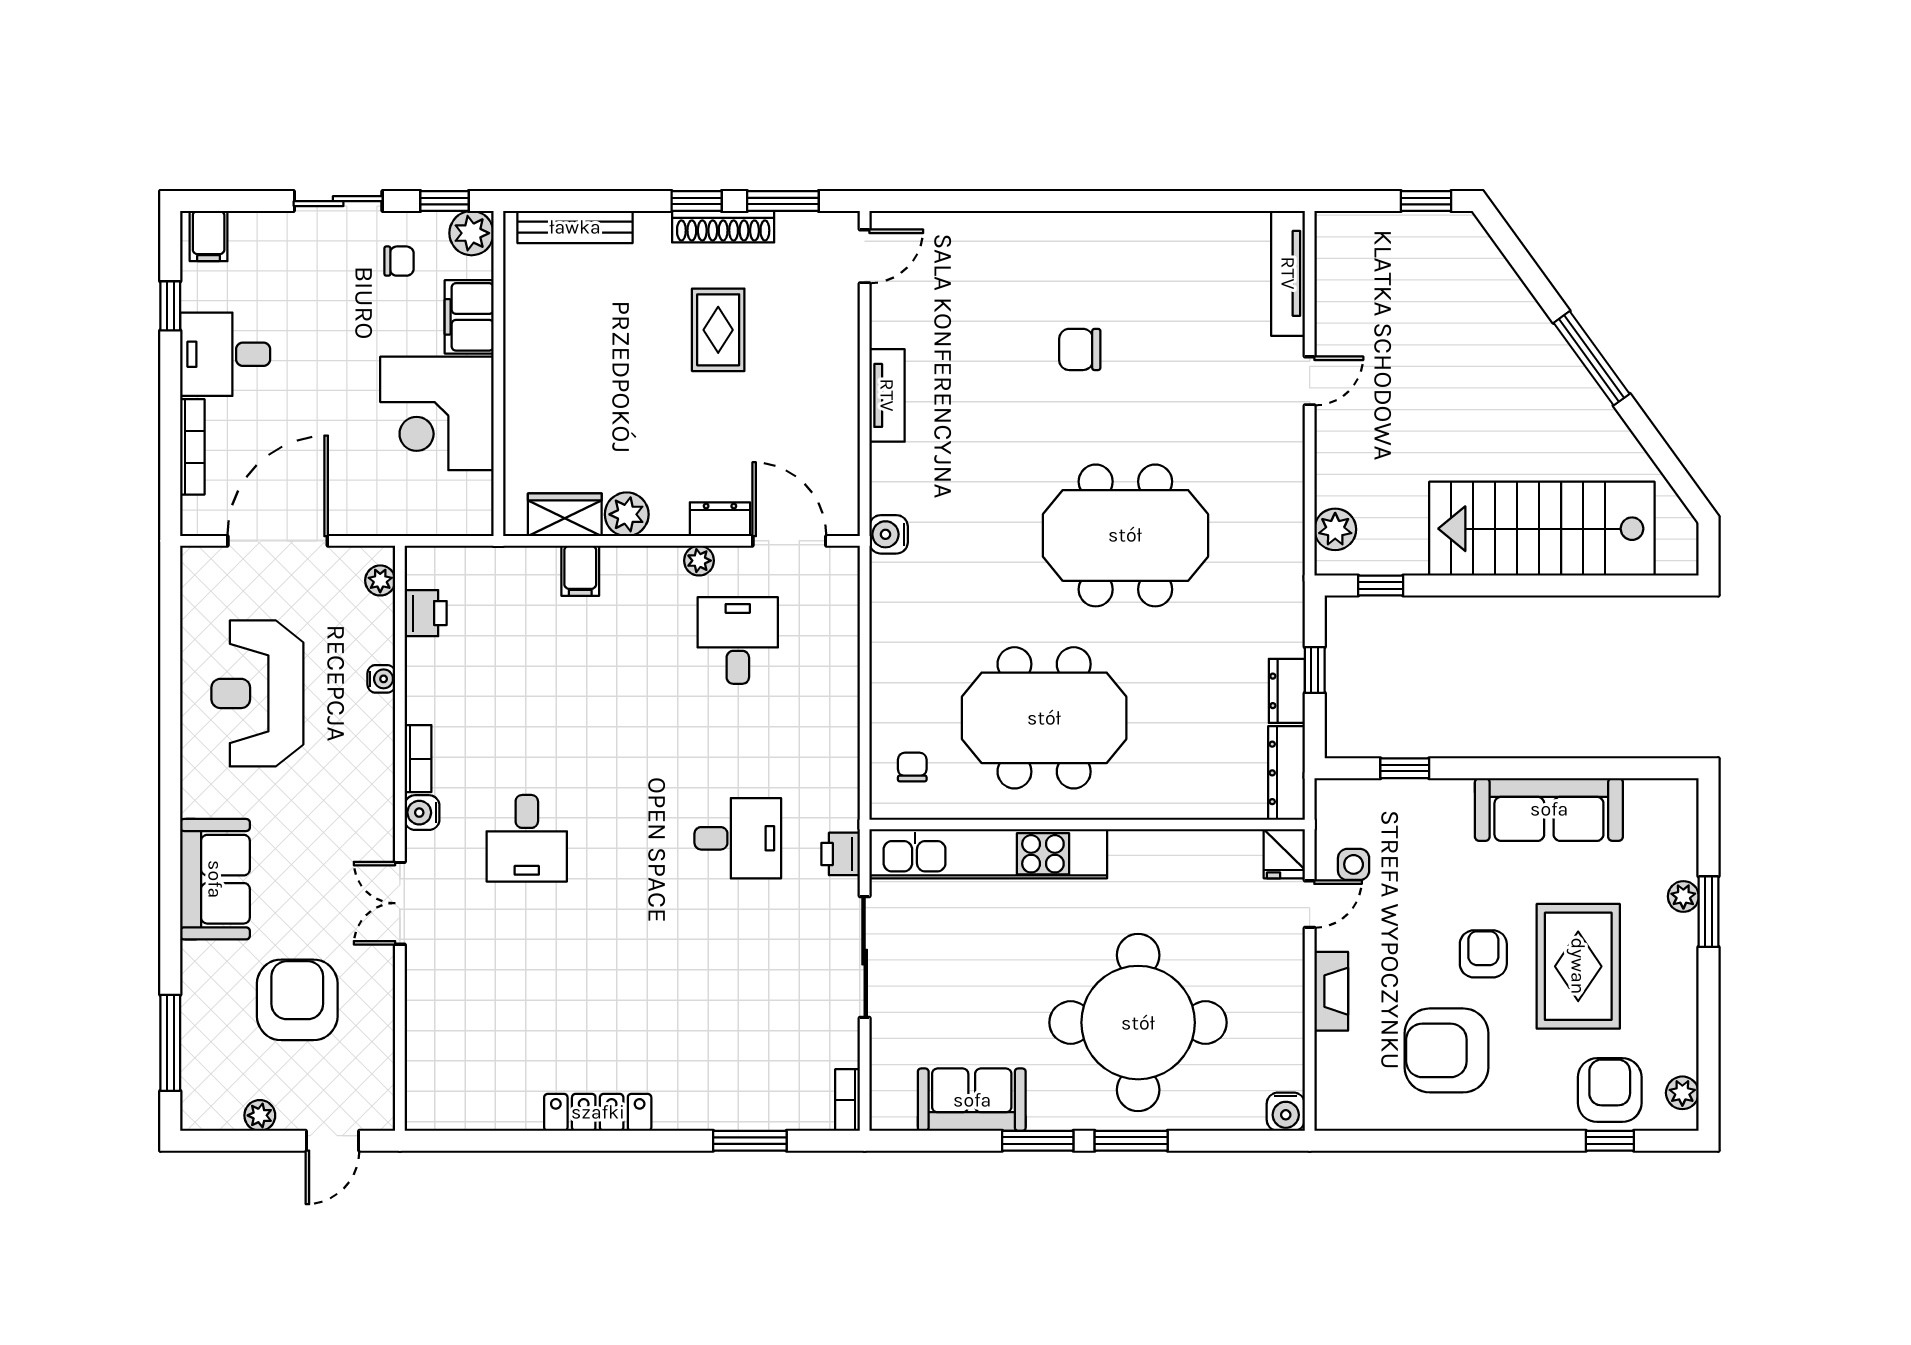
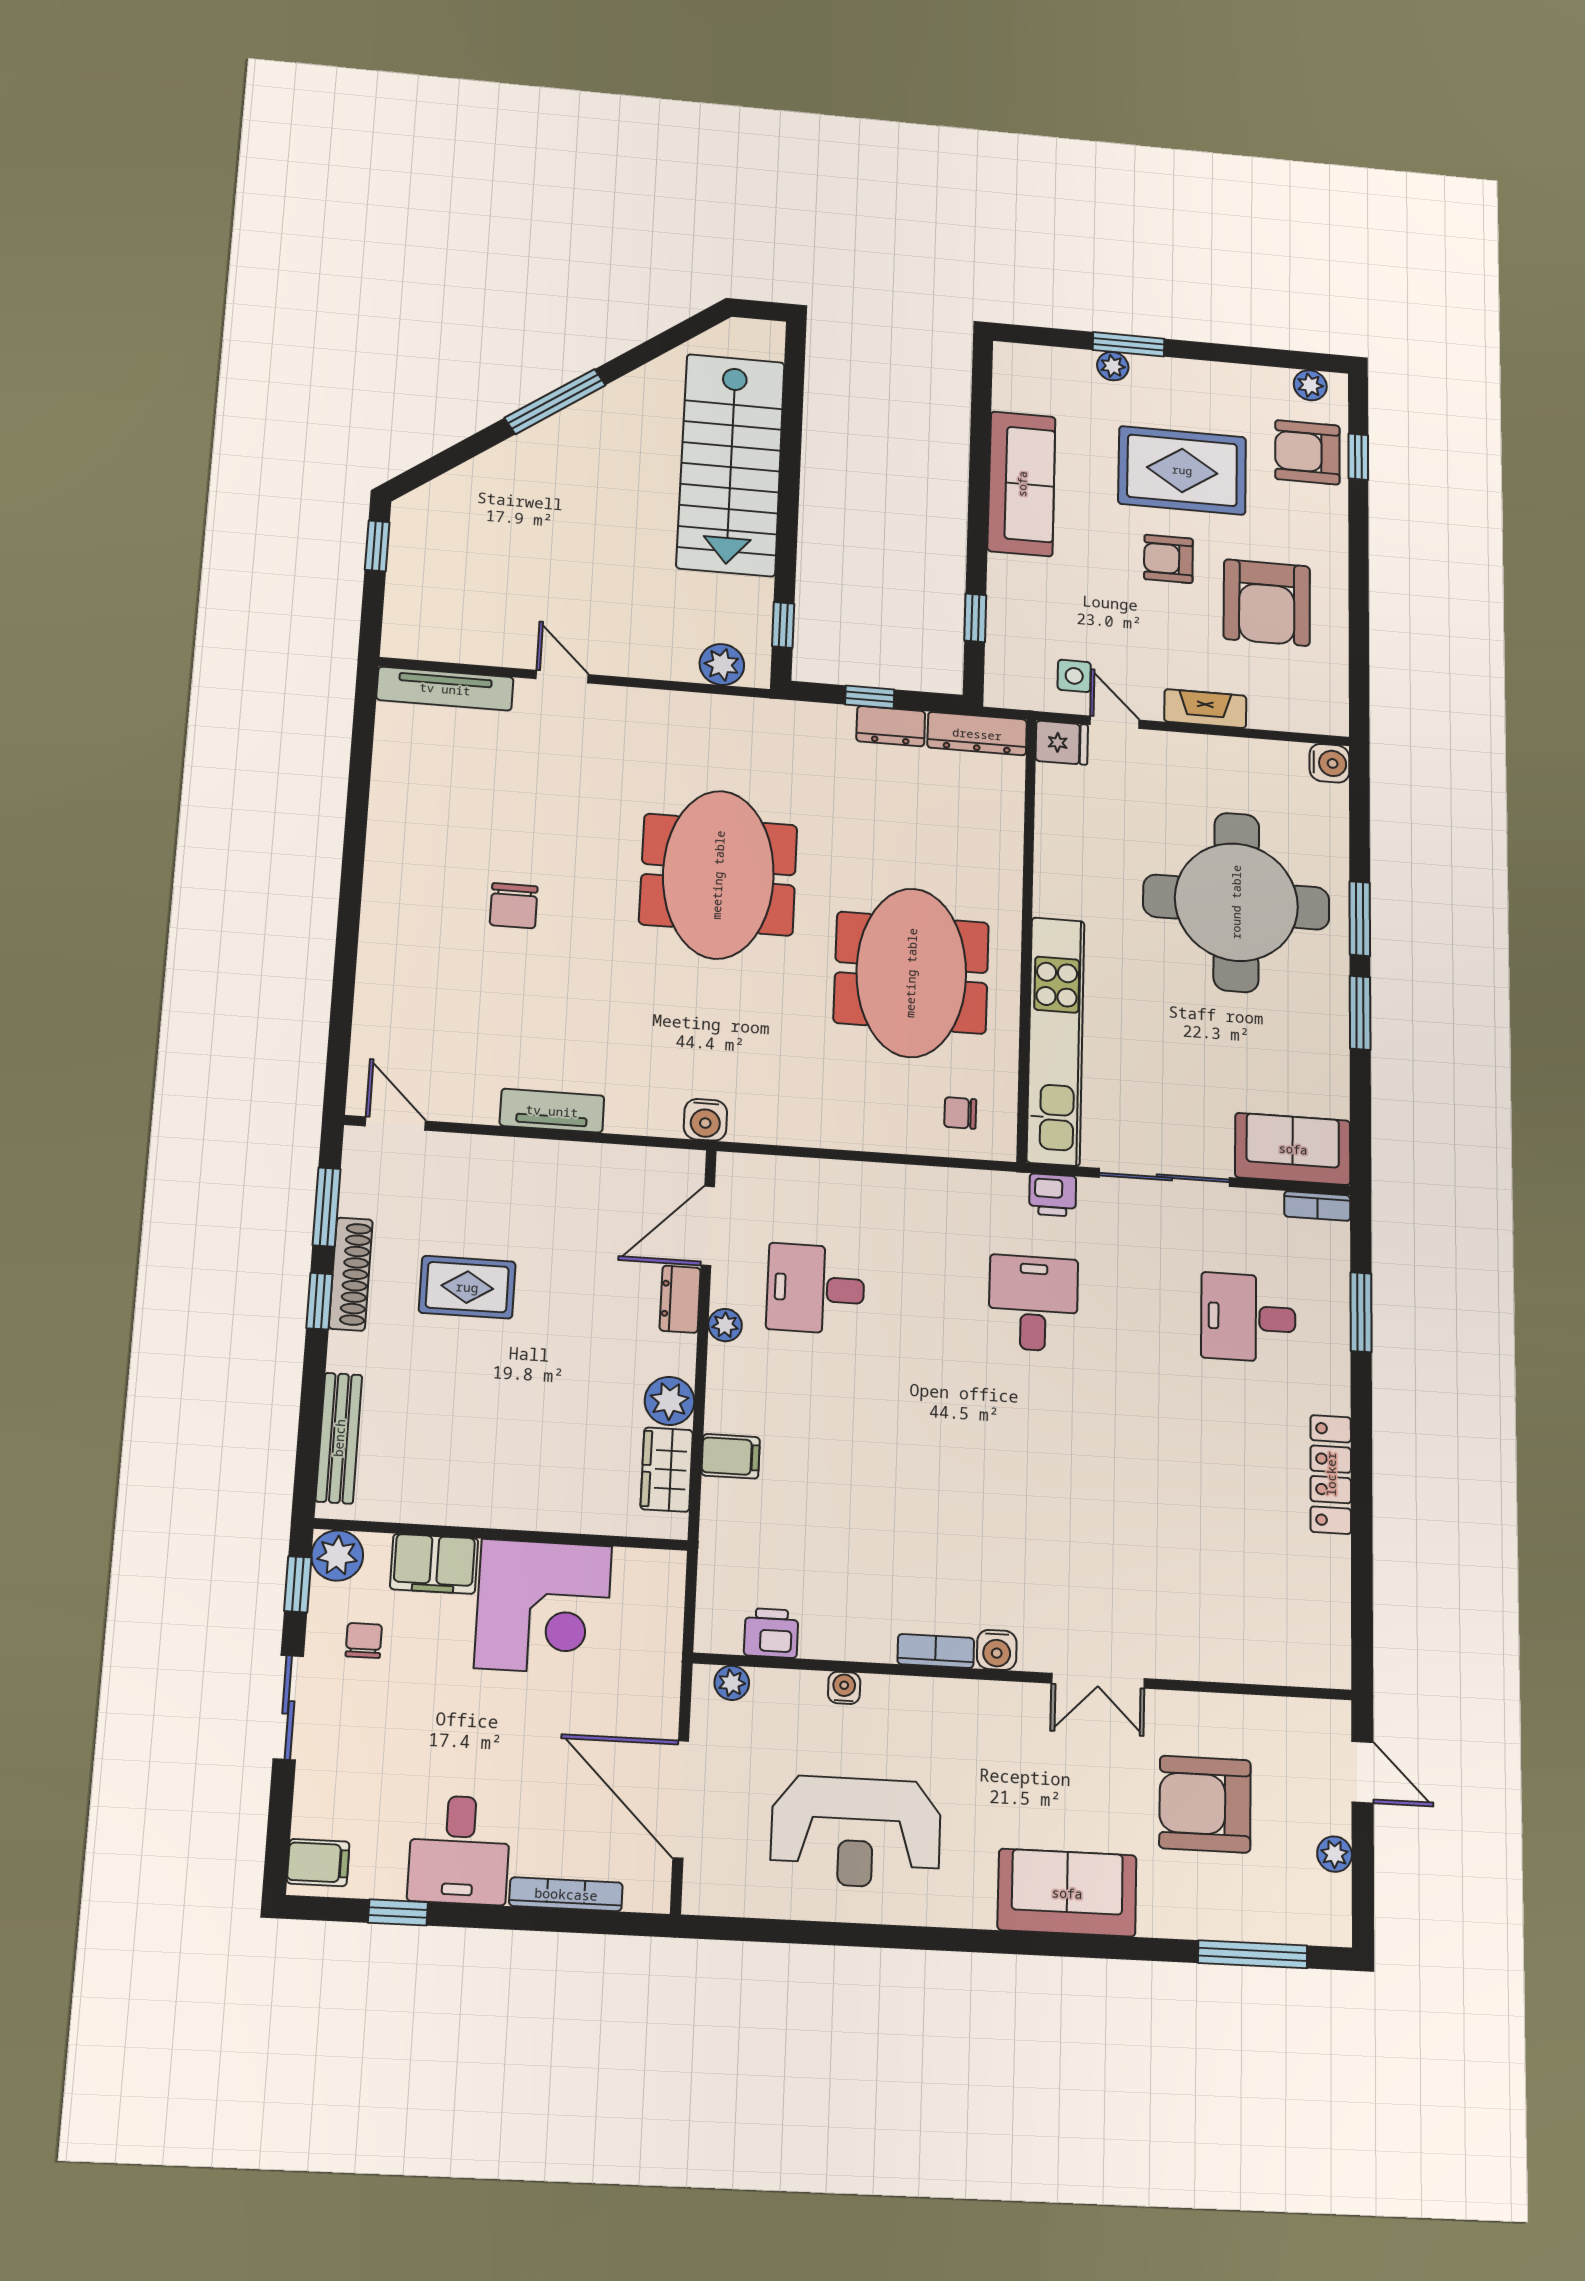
desk: (527, 838) -> (1248, 1318), moved, turned 180
sofa: (972, 1100) -> (1293, 1149), moved, turned 90

